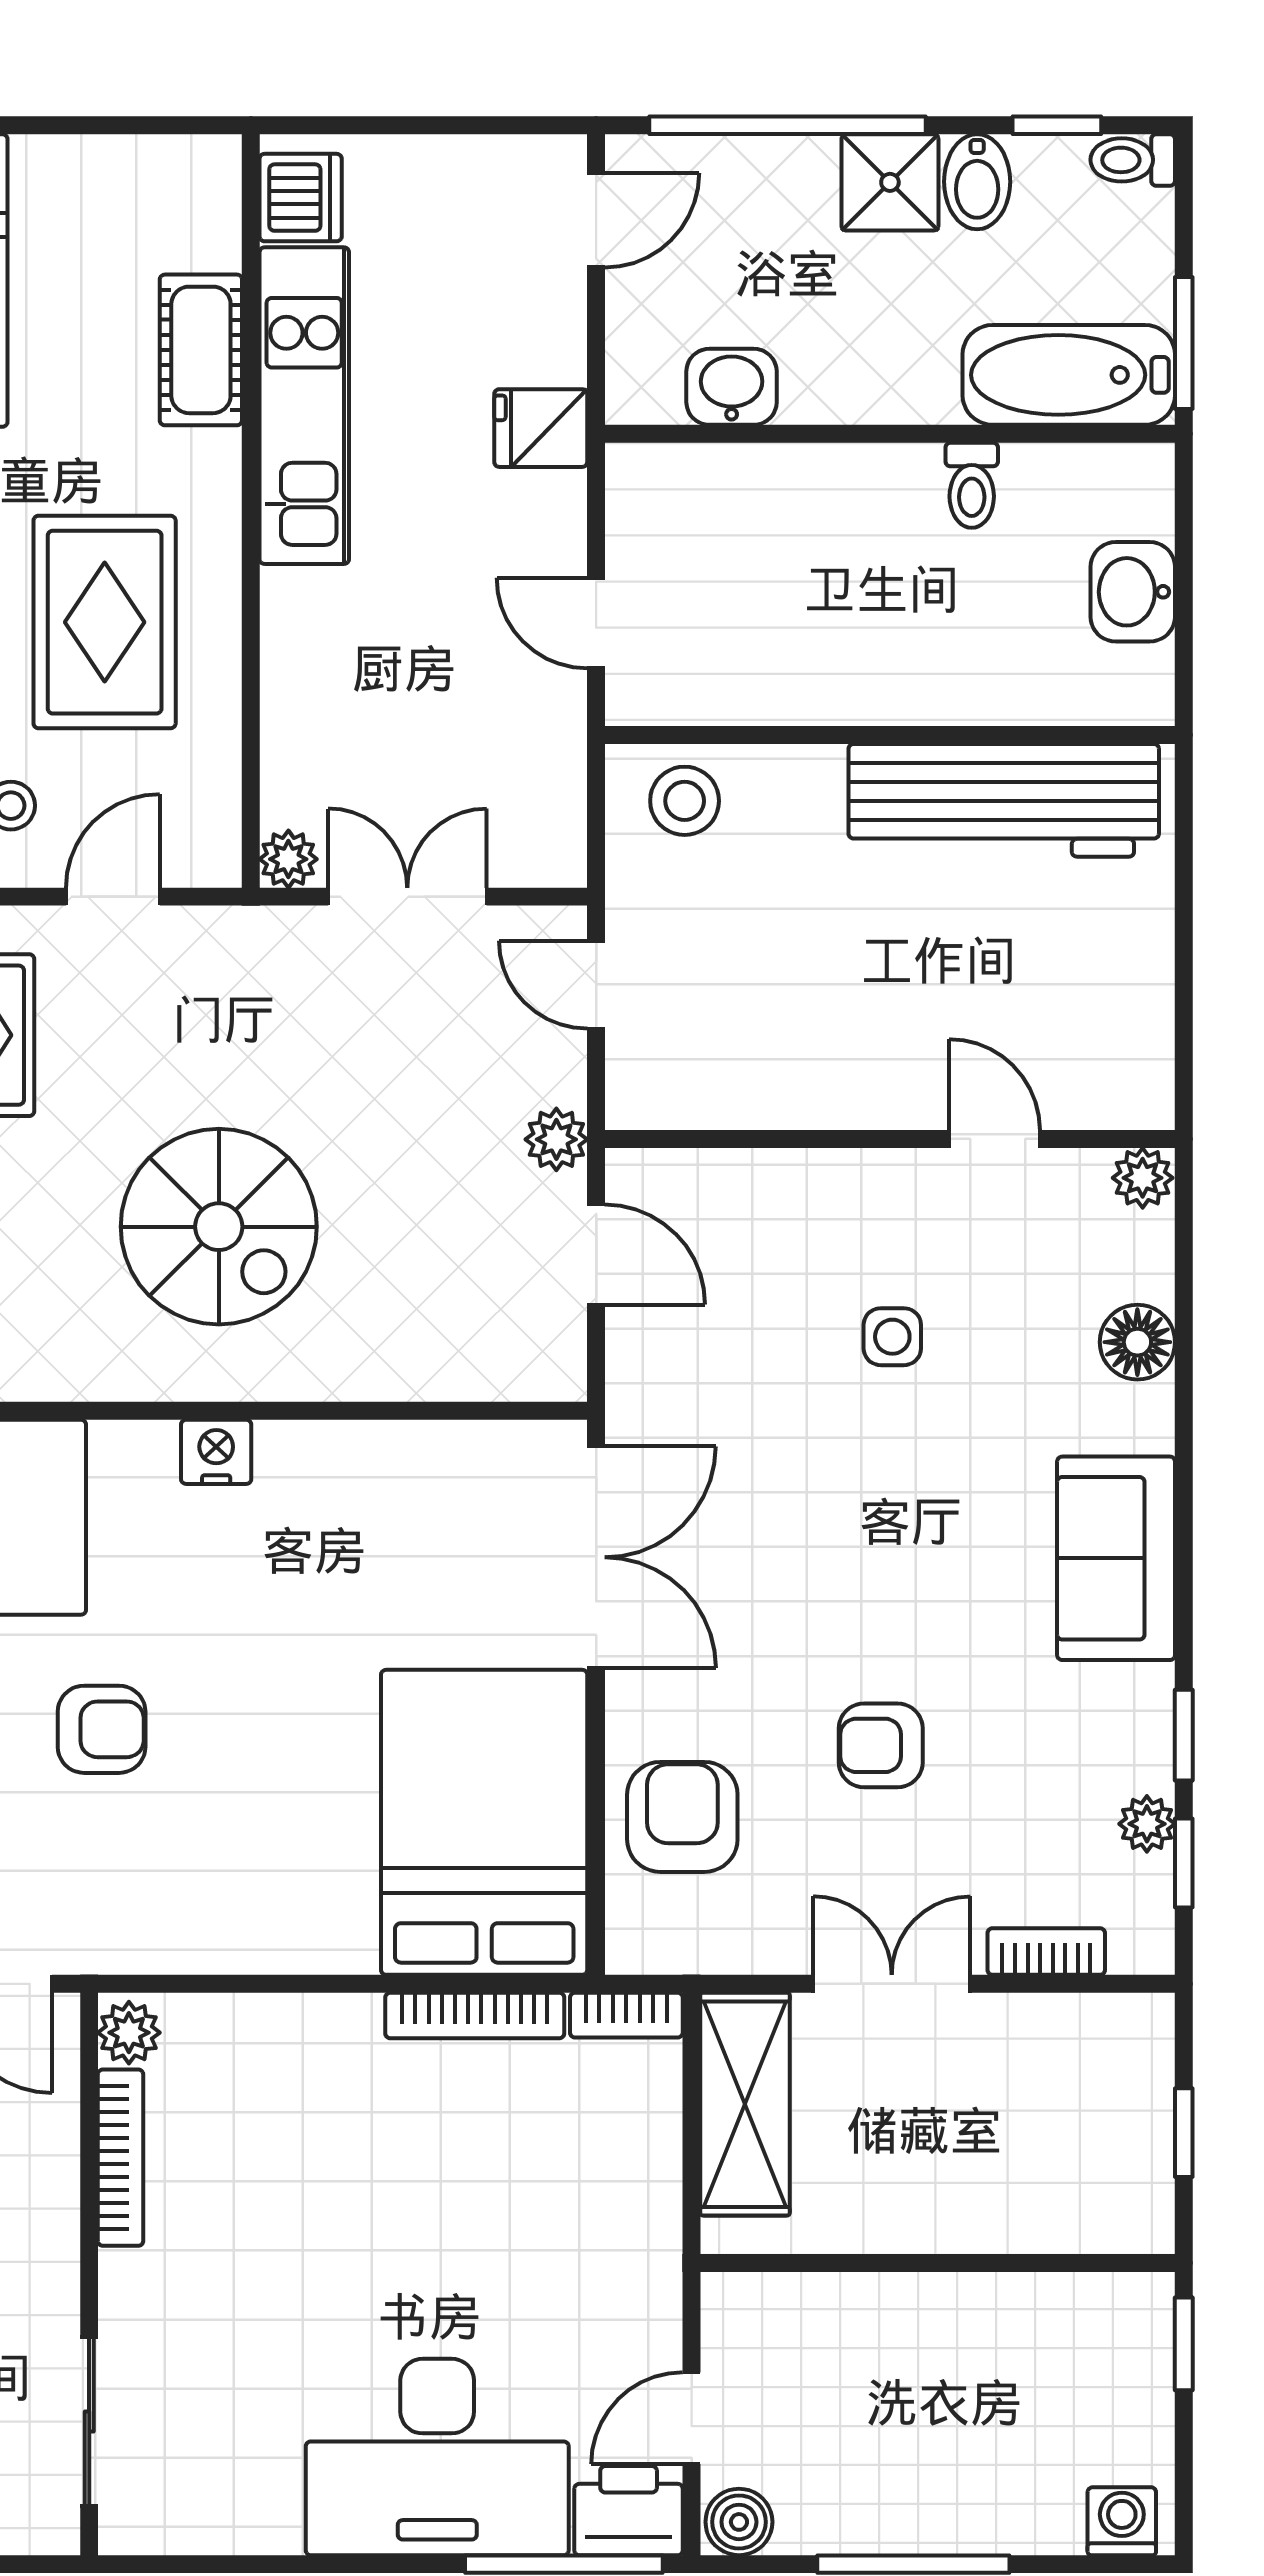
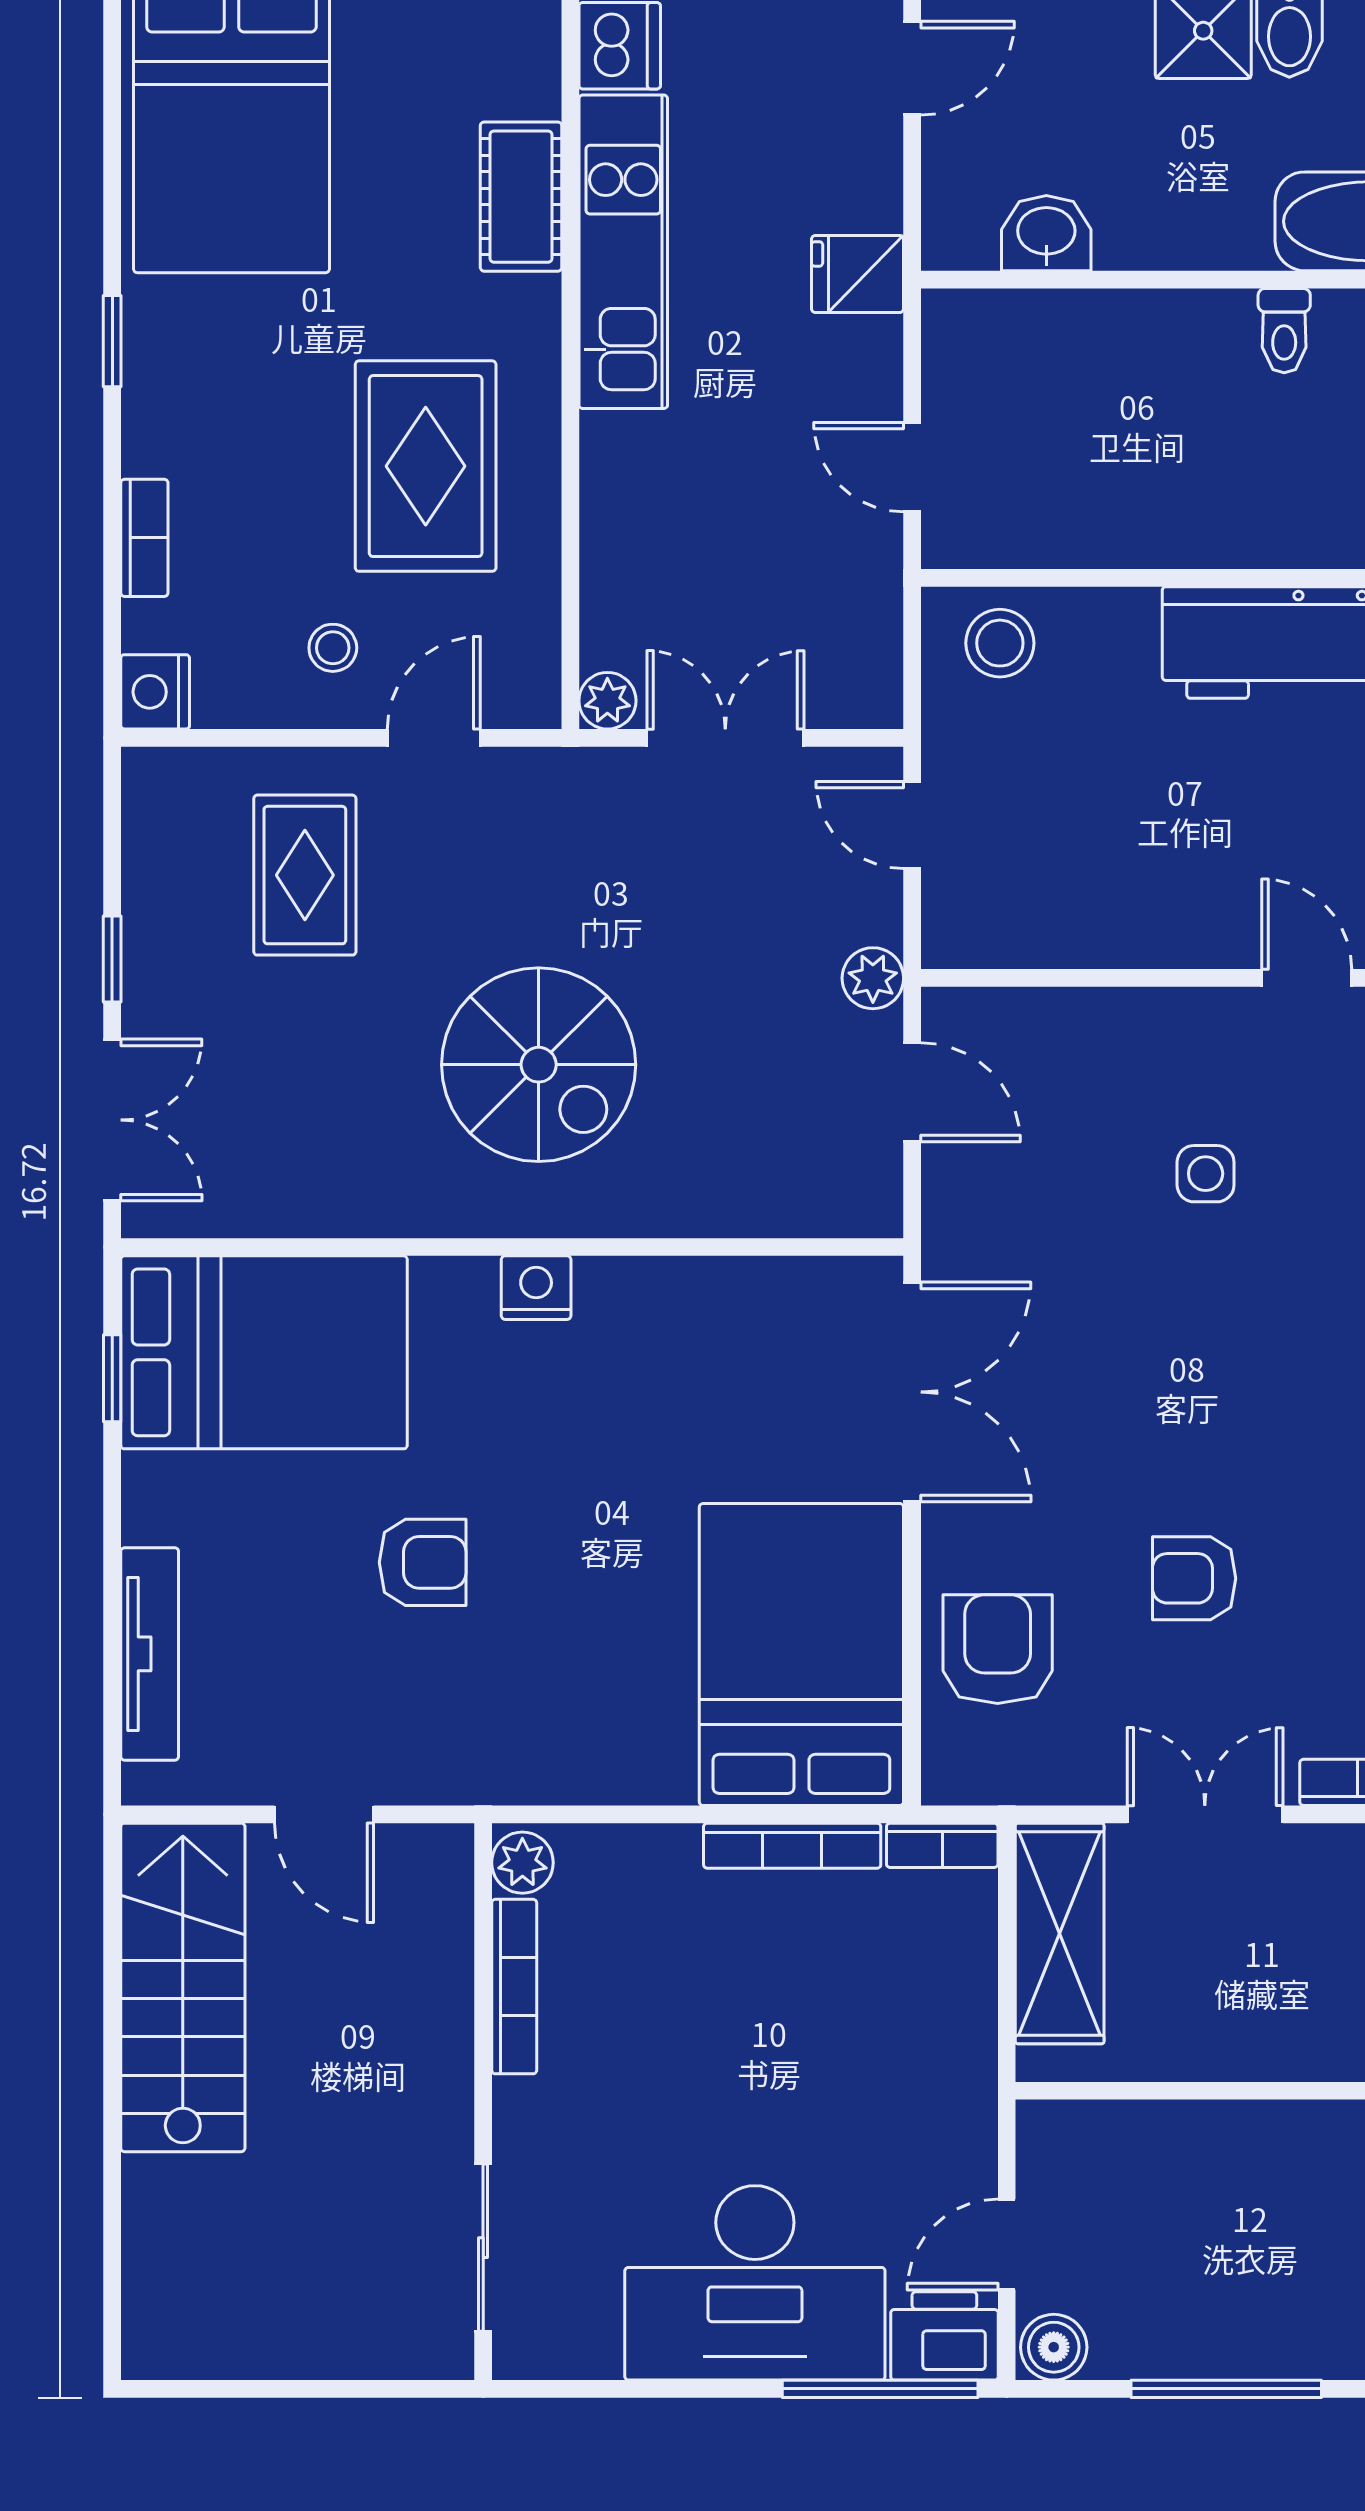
plant: (129, 2033) -> (522, 1863), moved
bookcase: (121, 2158) -> (514, 1987), moved
wall: (89, 2274) -> (483, 2102), moved
sliding door: (89, 2421) -> (483, 2248), moved

